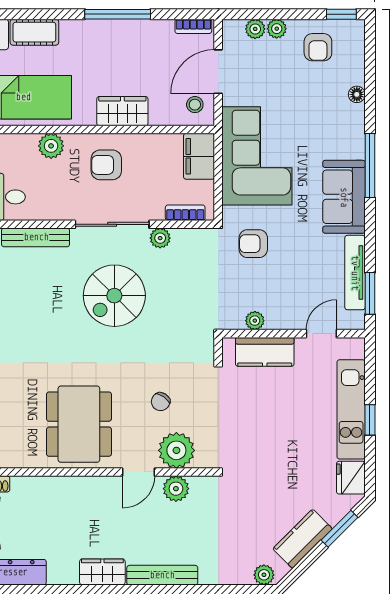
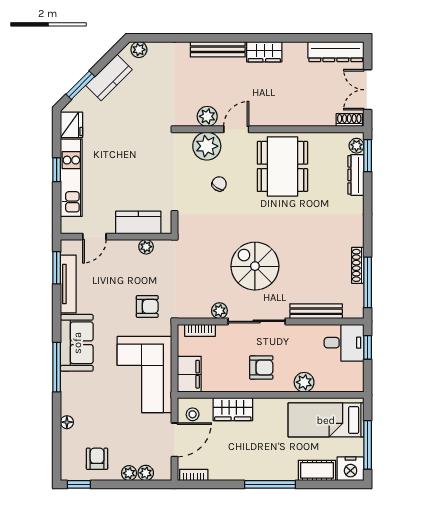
window: (118, 14) -> (270, 484), moved
wardrobe: (122, 111) -> (233, 409), moved
spiral stairs: (114, 296) -> (255, 266), turned -90

